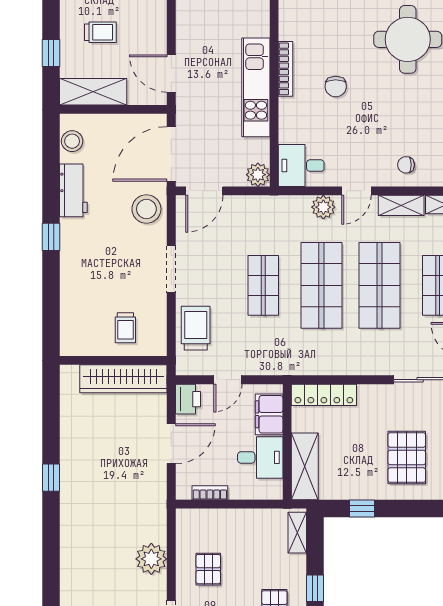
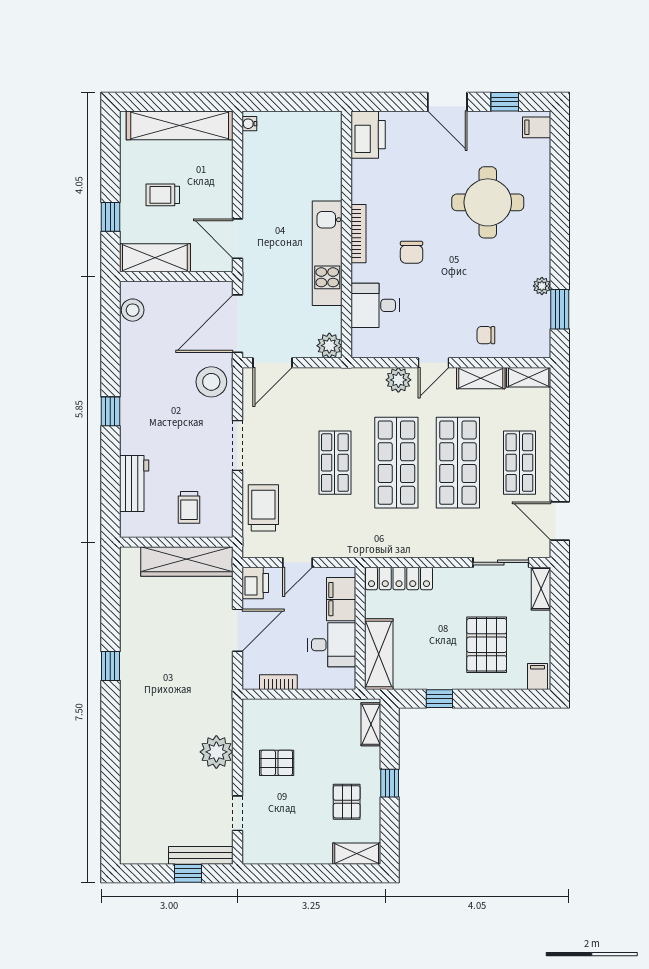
trolley: (100, 32) -> (163, 195), turned 180
desk: (301, 166) -> (375, 305), moved
workbench: (73, 190) -> (134, 484), moved
pallet: (208, 569) -> (277, 763), turned 90

